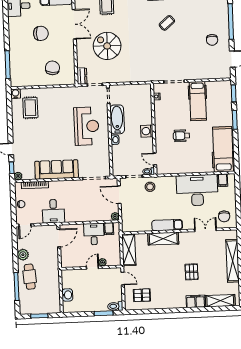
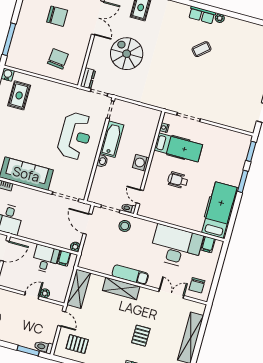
chair: (212, 40) -> (246, 84), removed
hospital bed: (198, 101) -> (178, 147), moved, turned -90

